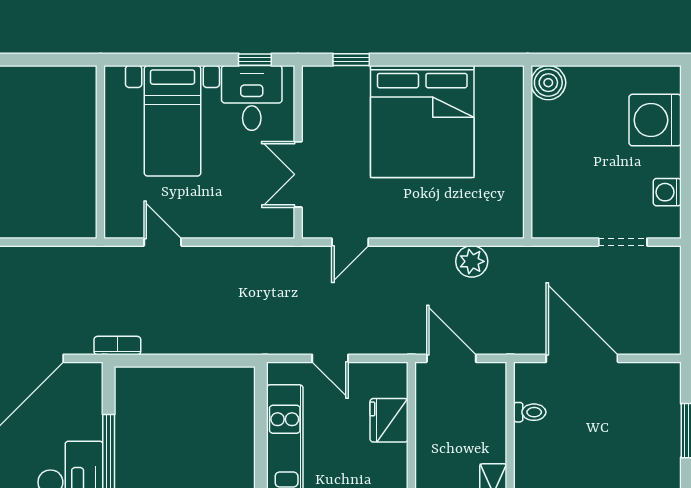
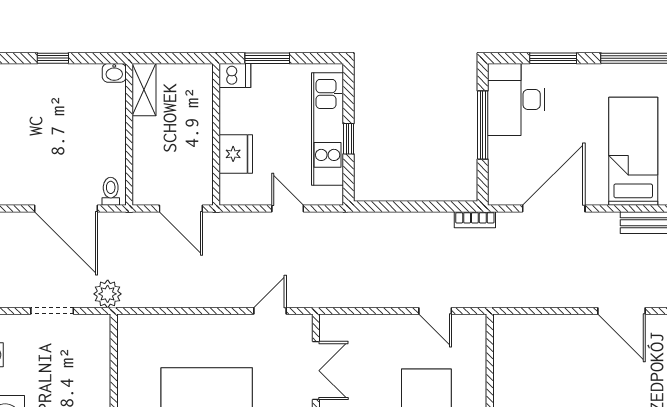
doorway: (623, 242) -> (52, 311), moved
plant: (472, 261) -> (108, 294), moved
toilet: (530, 412) -> (111, 191), moved, turned 90
window: (261, 438) -> (349, 139), added

